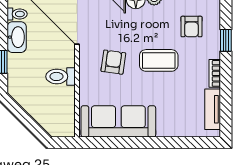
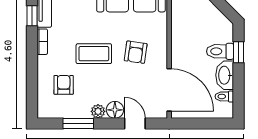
window: (226, 40) -> (32, 16), moved
toilet: (61, 76) -> (220, 51), moved, turned 180

